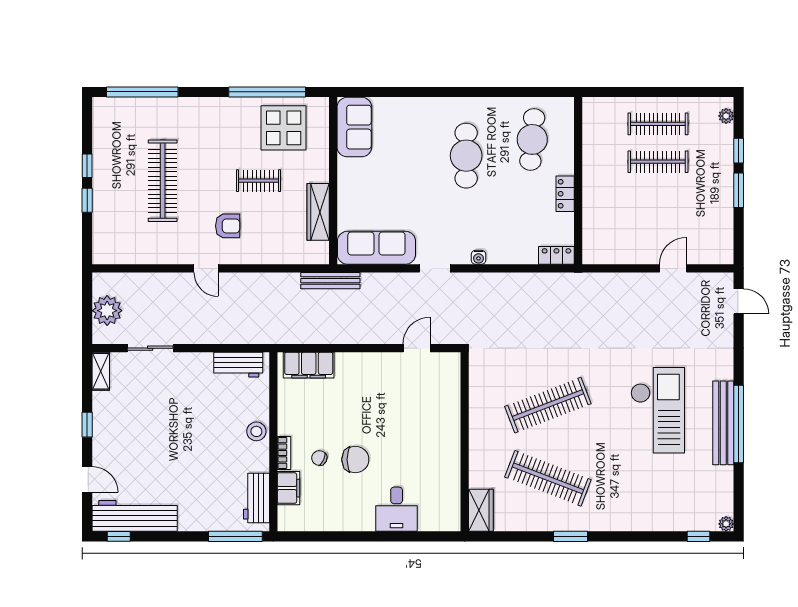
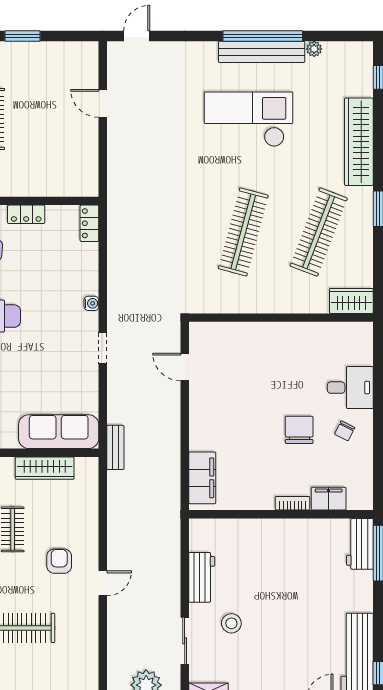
sofa: (376, 248) -> (59, 432), moved, turned 90
bench: (330, 281) -> (115, 447), width x0.73
workbench: (238, 365) -> (202, 577), moved
clothes rail: (548, 405) -> (243, 232), turned 36
stool: (256, 431) -> (231, 623), moved
chair: (319, 458) -> (345, 431), moved
workbench: (257, 498) -> (360, 544), moved, turned 90
wardrobe: (636, 518) -> (359, 142), added
plant: (726, 524) -> (314, 49), moved

